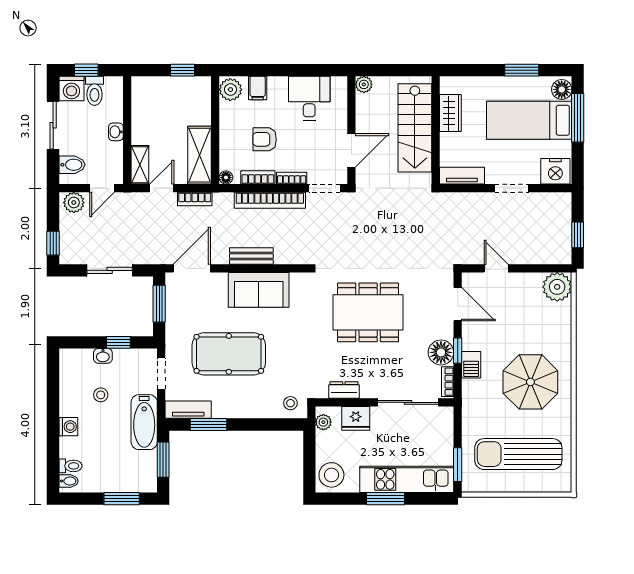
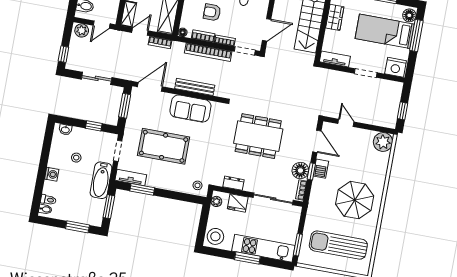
bench: (251, 256) -> (195, 87), width x1.36
washbasin: (103, 356) -> (65, 130), moved
barbecue: (471, 365) -> (321, 169), moved

